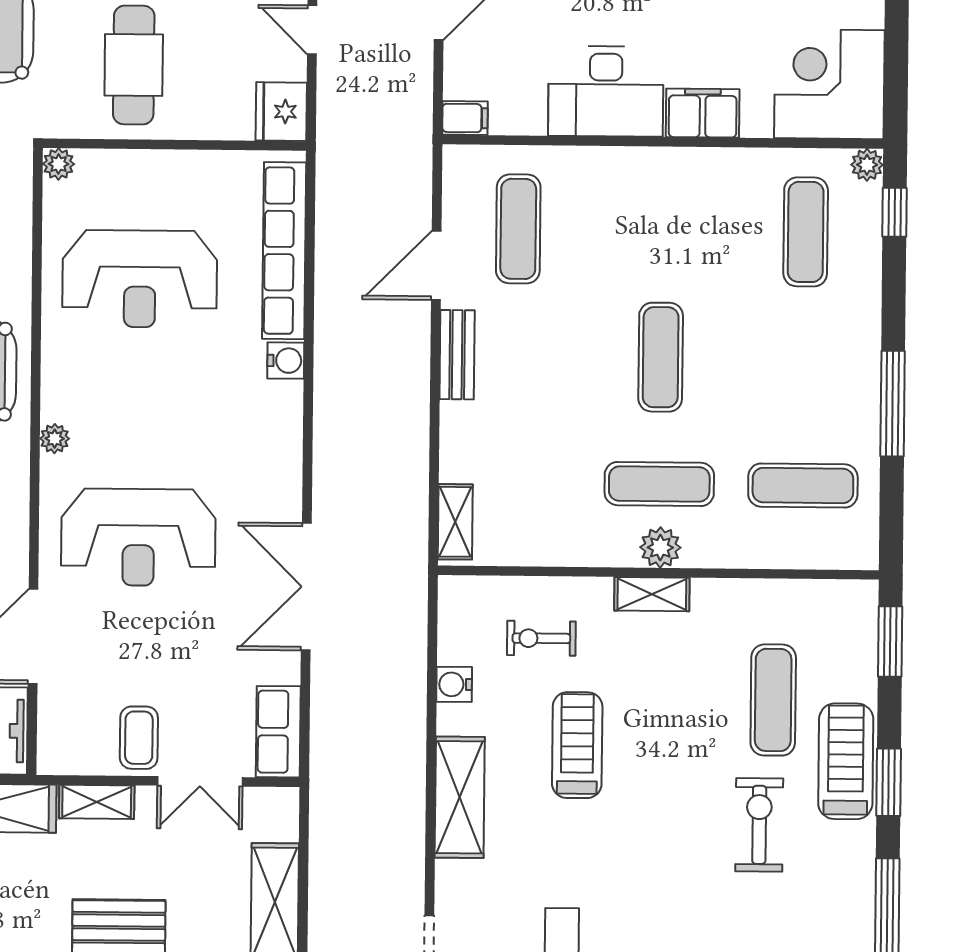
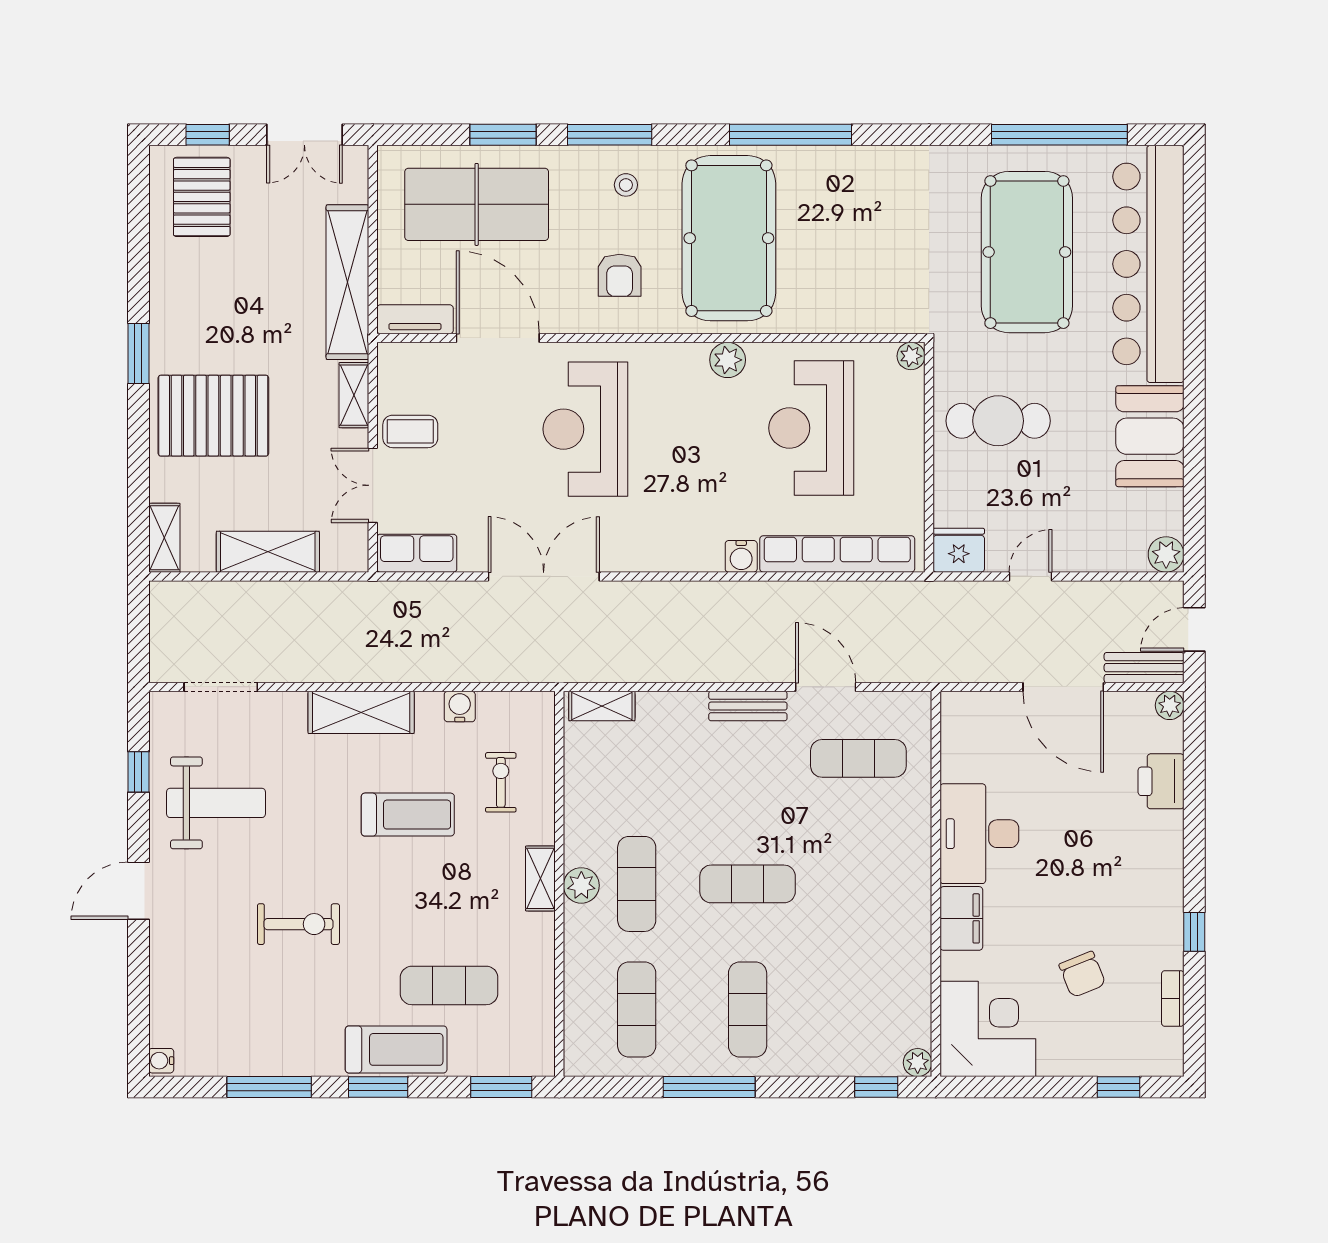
filing cabinet: (465, 118) -> (955, 711), removed
exercise mat: (806, 232) -> (748, 1010), moved, turned 90
plant: (55, 439) -> (728, 360), moved, width x1.38, depth x1.38
exercise bike: (759, 825) -> (299, 924), moved

